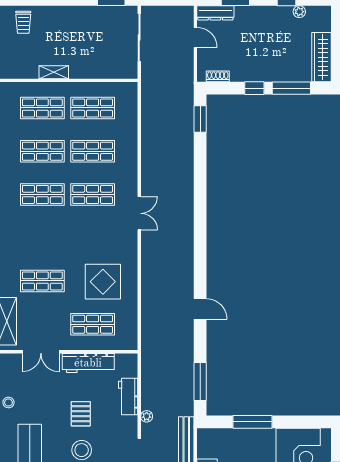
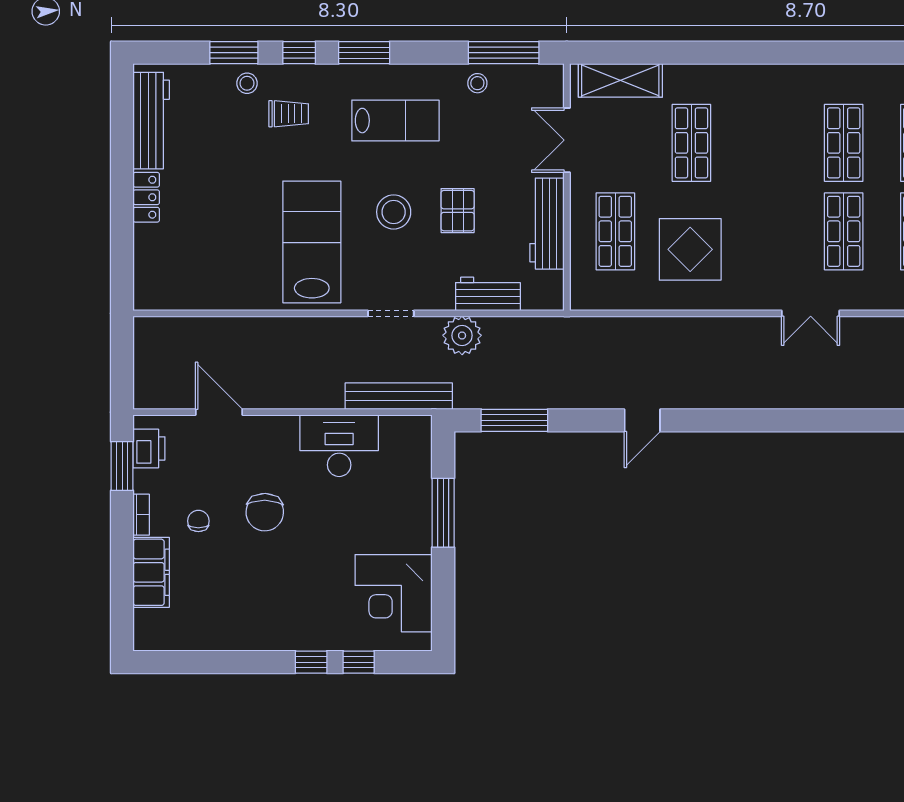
pallet: (81, 414) -> (458, 211), turned 90
plant: (147, 416) -> (462, 335), width x1.88, depth x1.88

